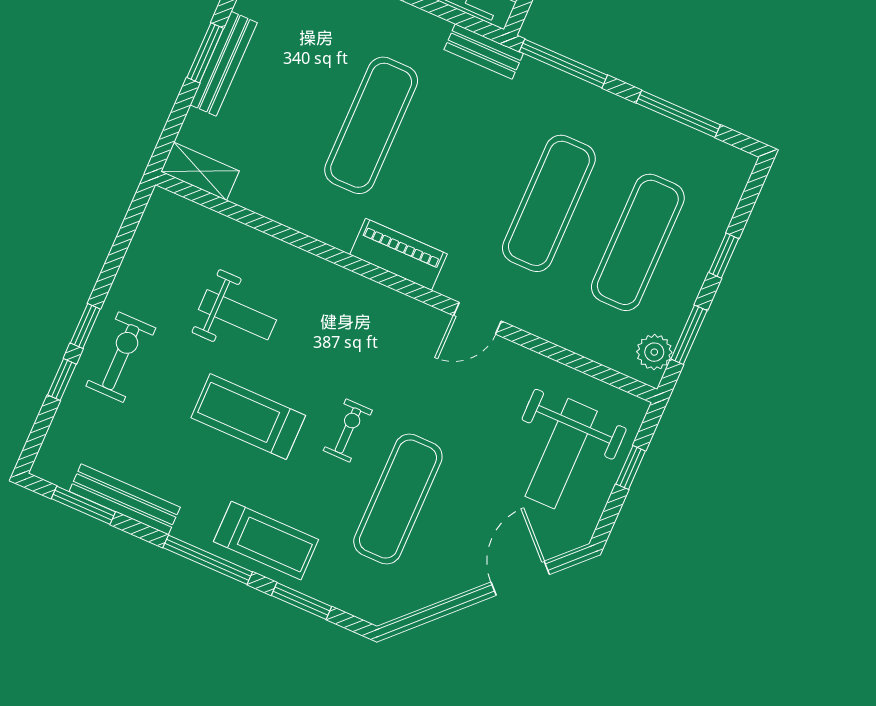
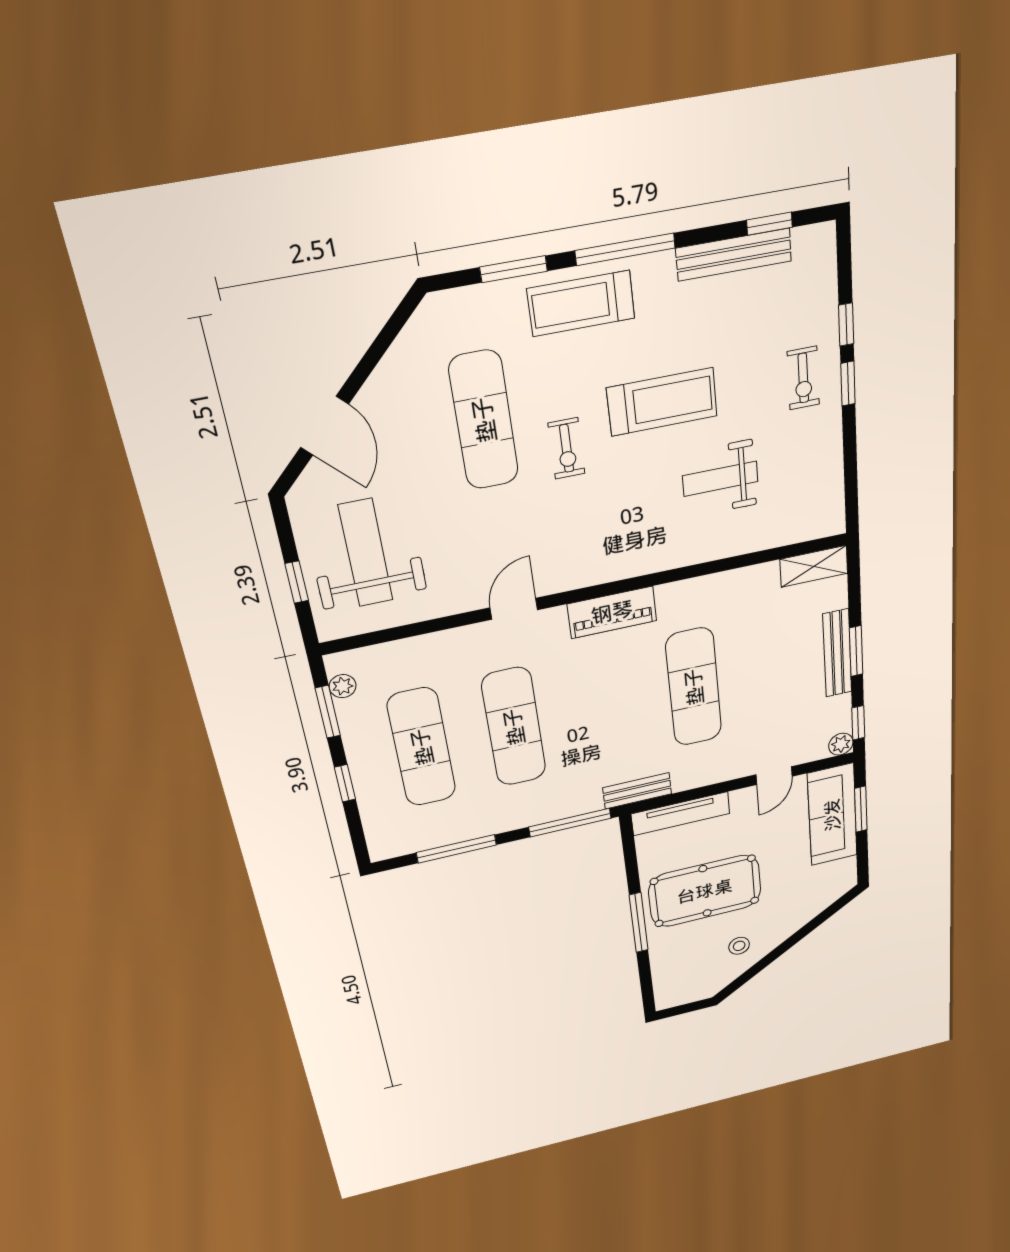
plant: (654, 352) -> (343, 686), width x0.73, depth x0.73
exercise bike: (121, 357) -> (803, 378), width x0.73, depth x0.72
window: (83, 505) -> (769, 224), width x0.67

